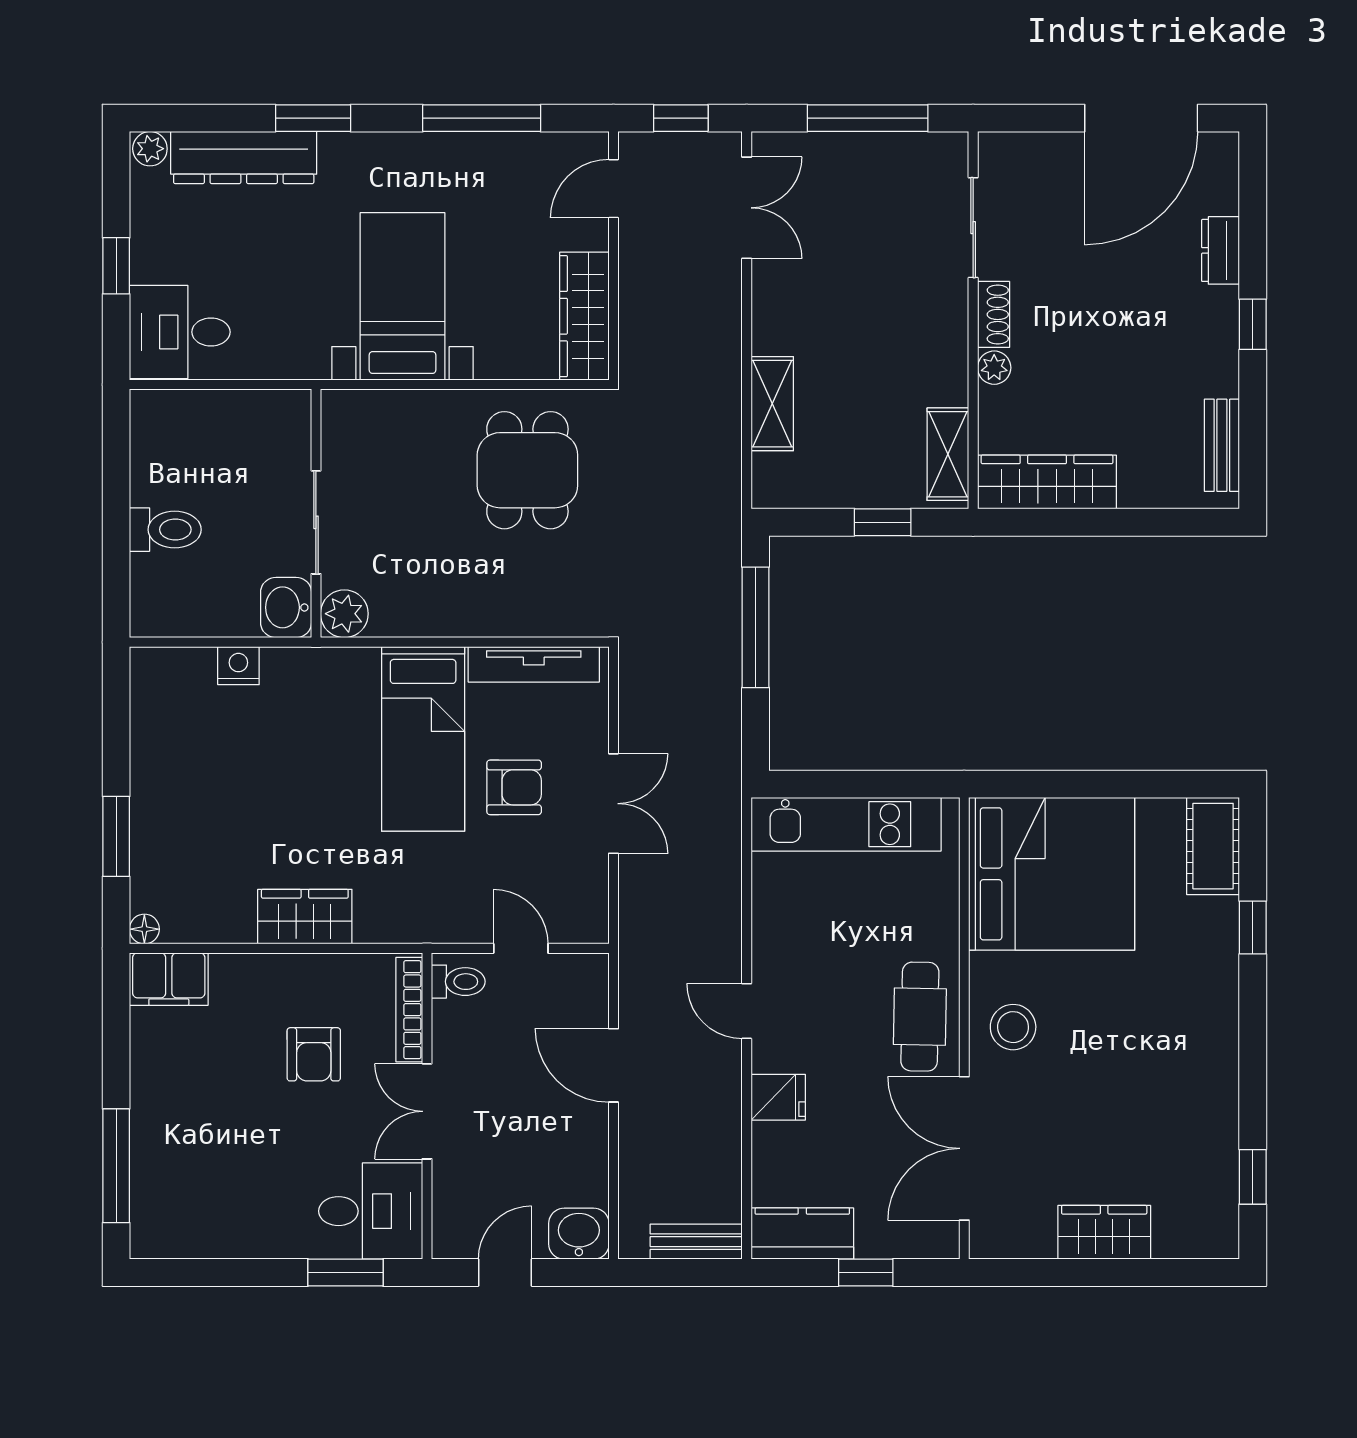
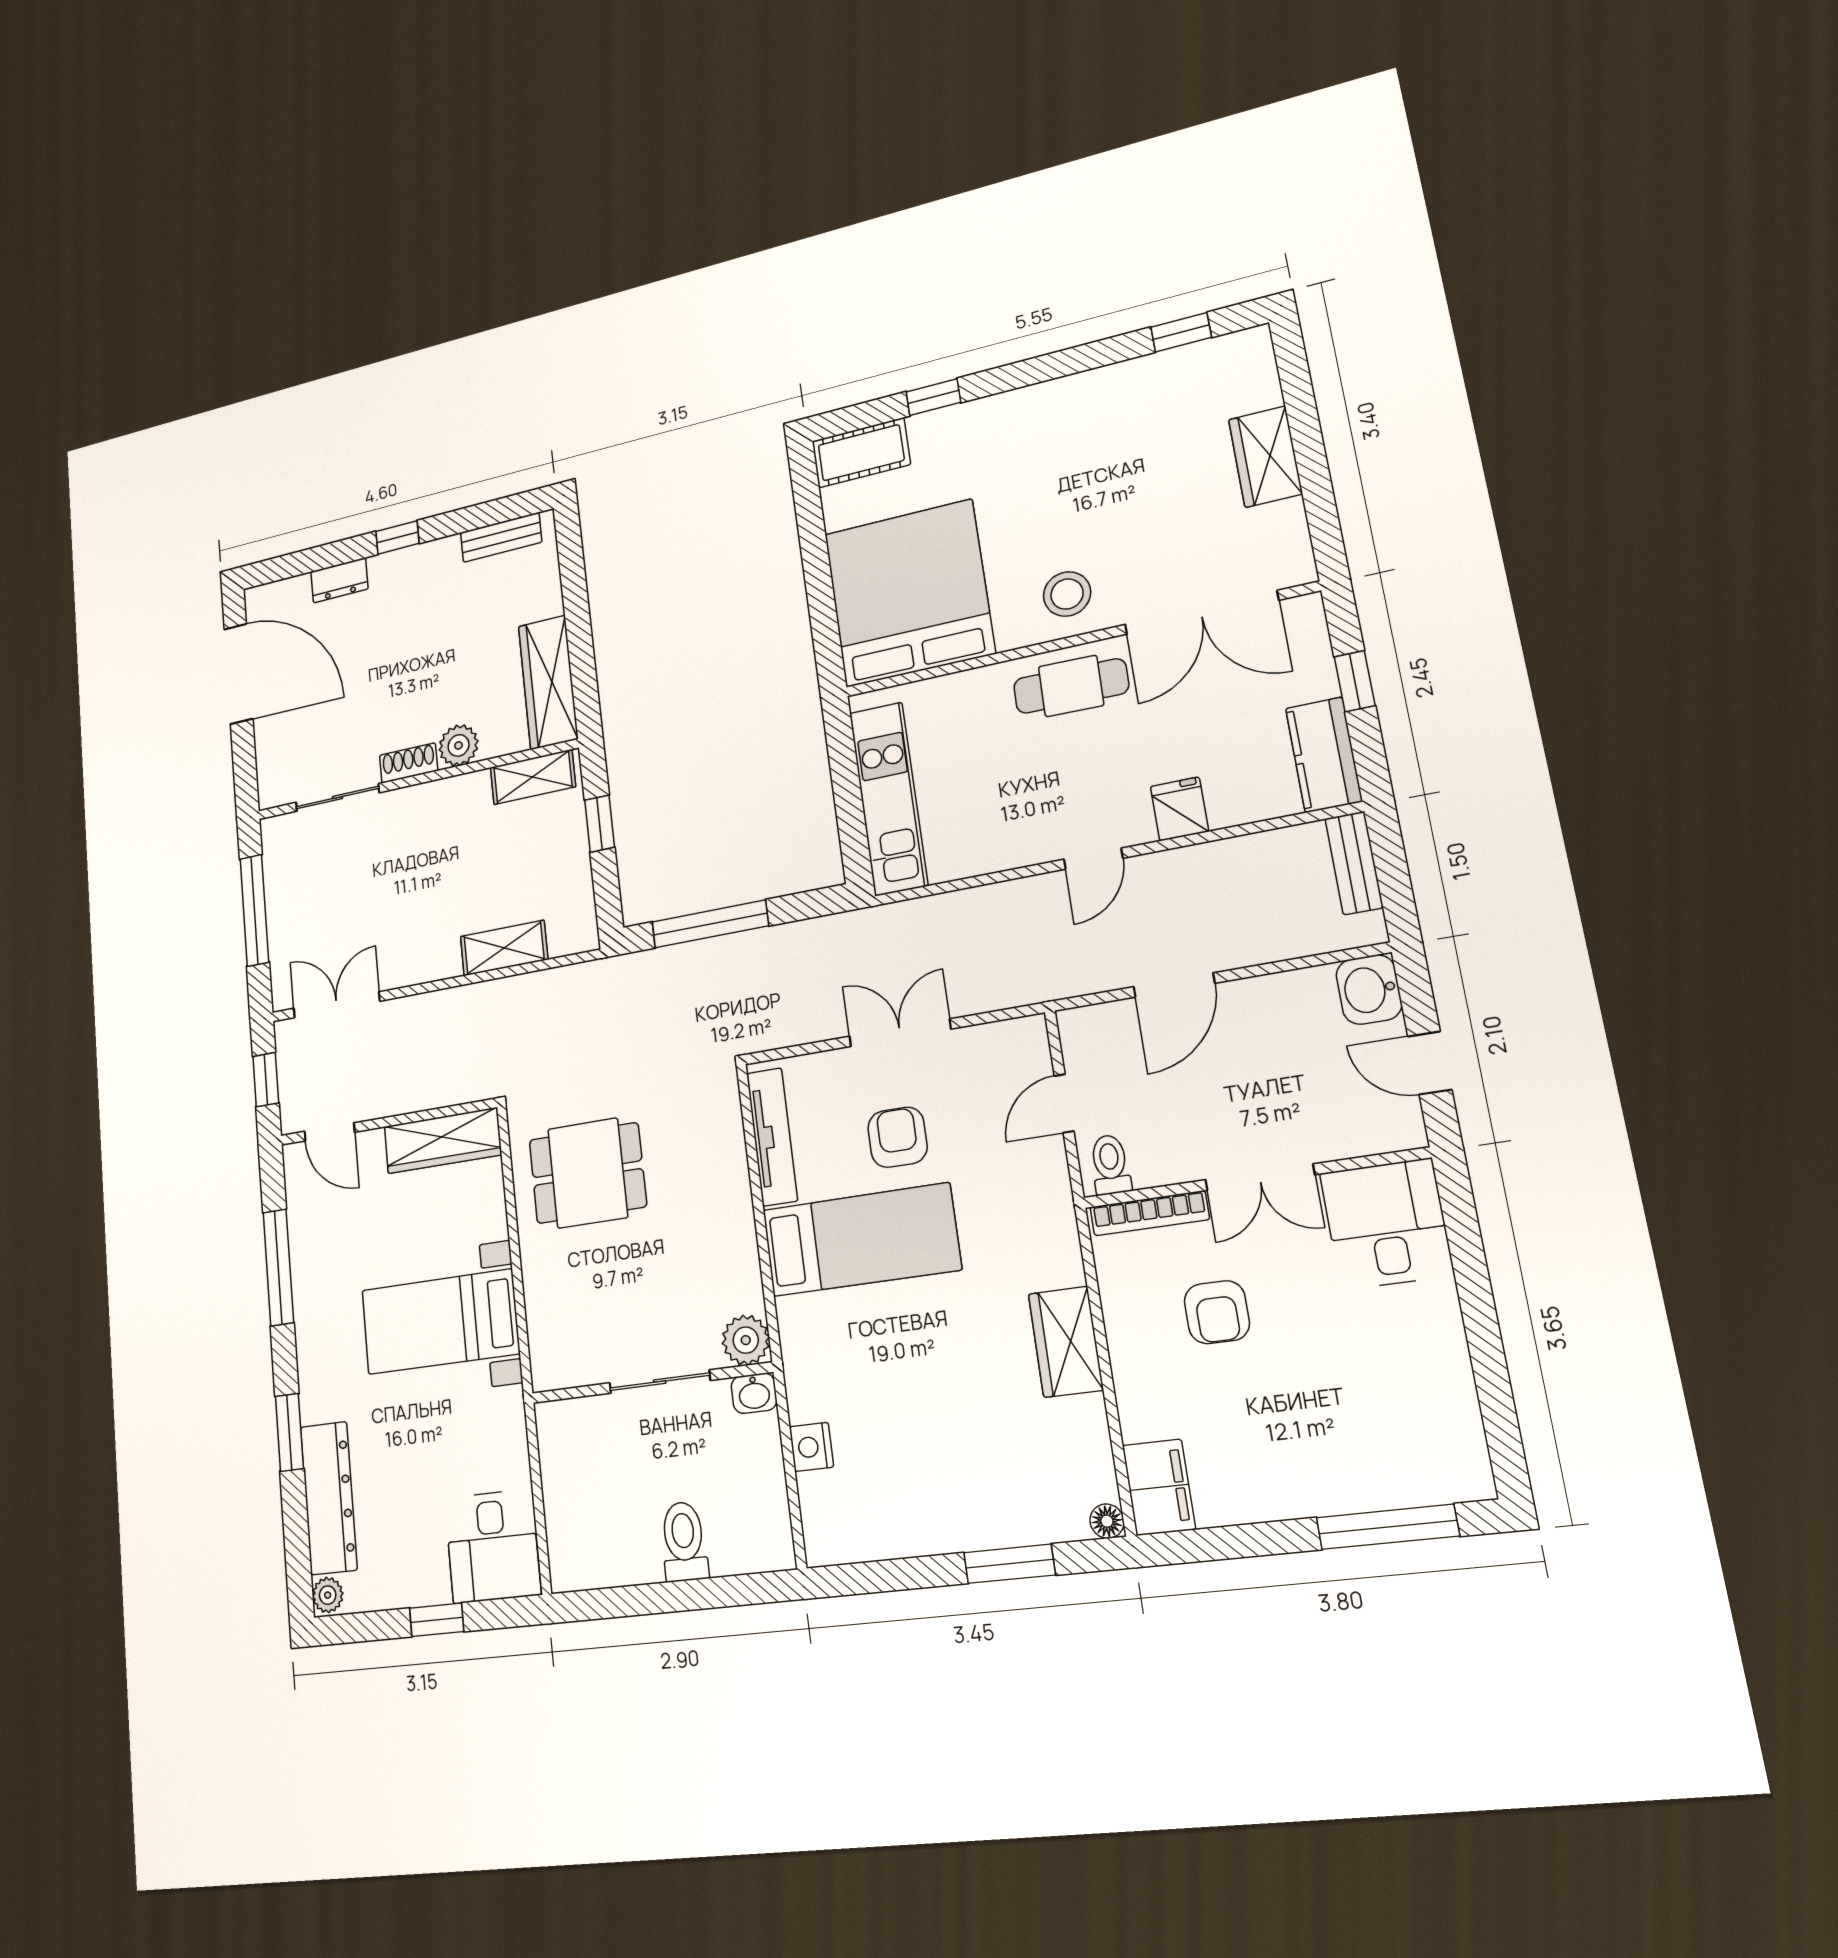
plant: (994, 368) -> (459, 745), width x1.38, depth x1.38
washbasin: (286, 607) -> (754, 1393), width x0.72, depth x0.69
armchair: (314, 1054) -> (1217, 1312), turned 90
window: (345, 1273) -> (1465, 1243), removed

